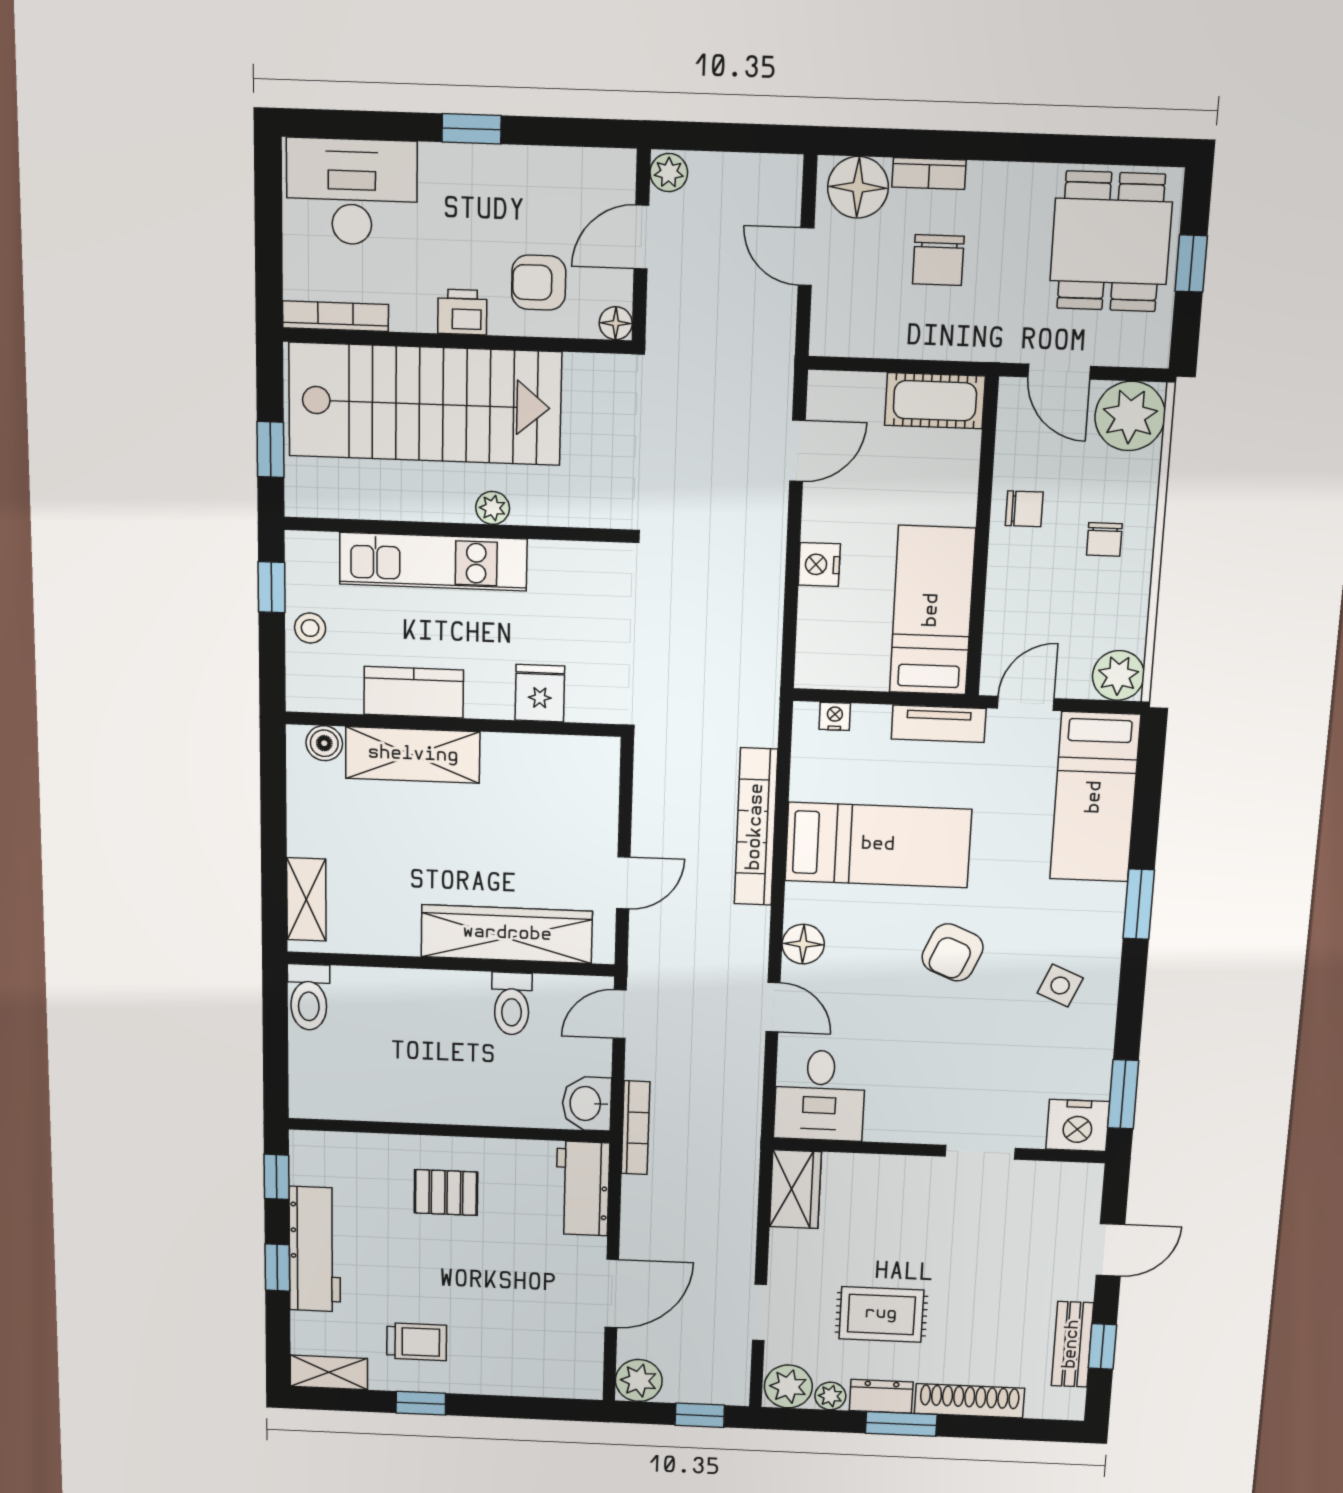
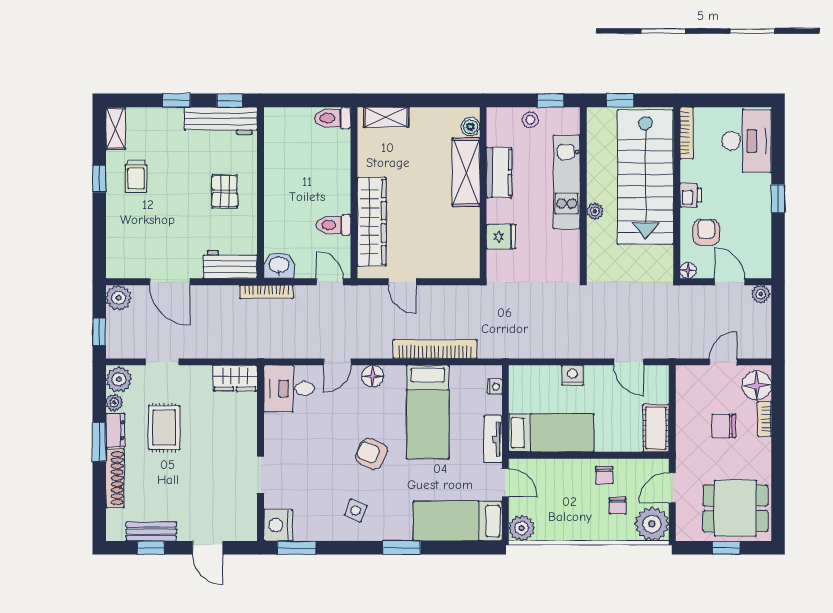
chair: (1104, 539) -> (618, 506), moved, turned -90
workbench: (315, 1249) -> (221, 121), moved

